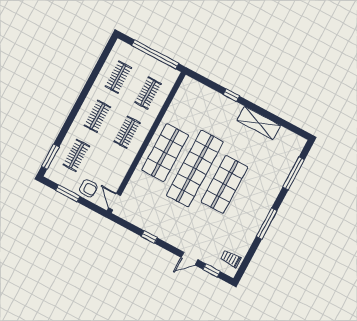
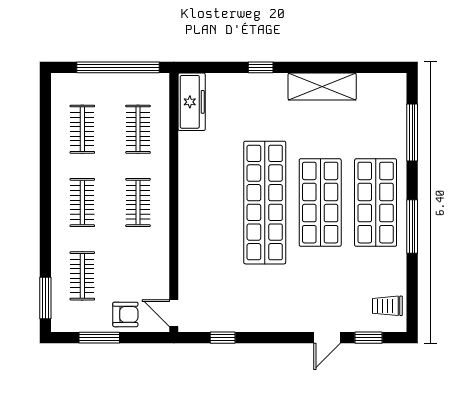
freezer: (185, 94) -> (192, 102), added
shop shelf: (165, 153) -> (376, 203), moved
window: (149, 237) -> (223, 338), moved

